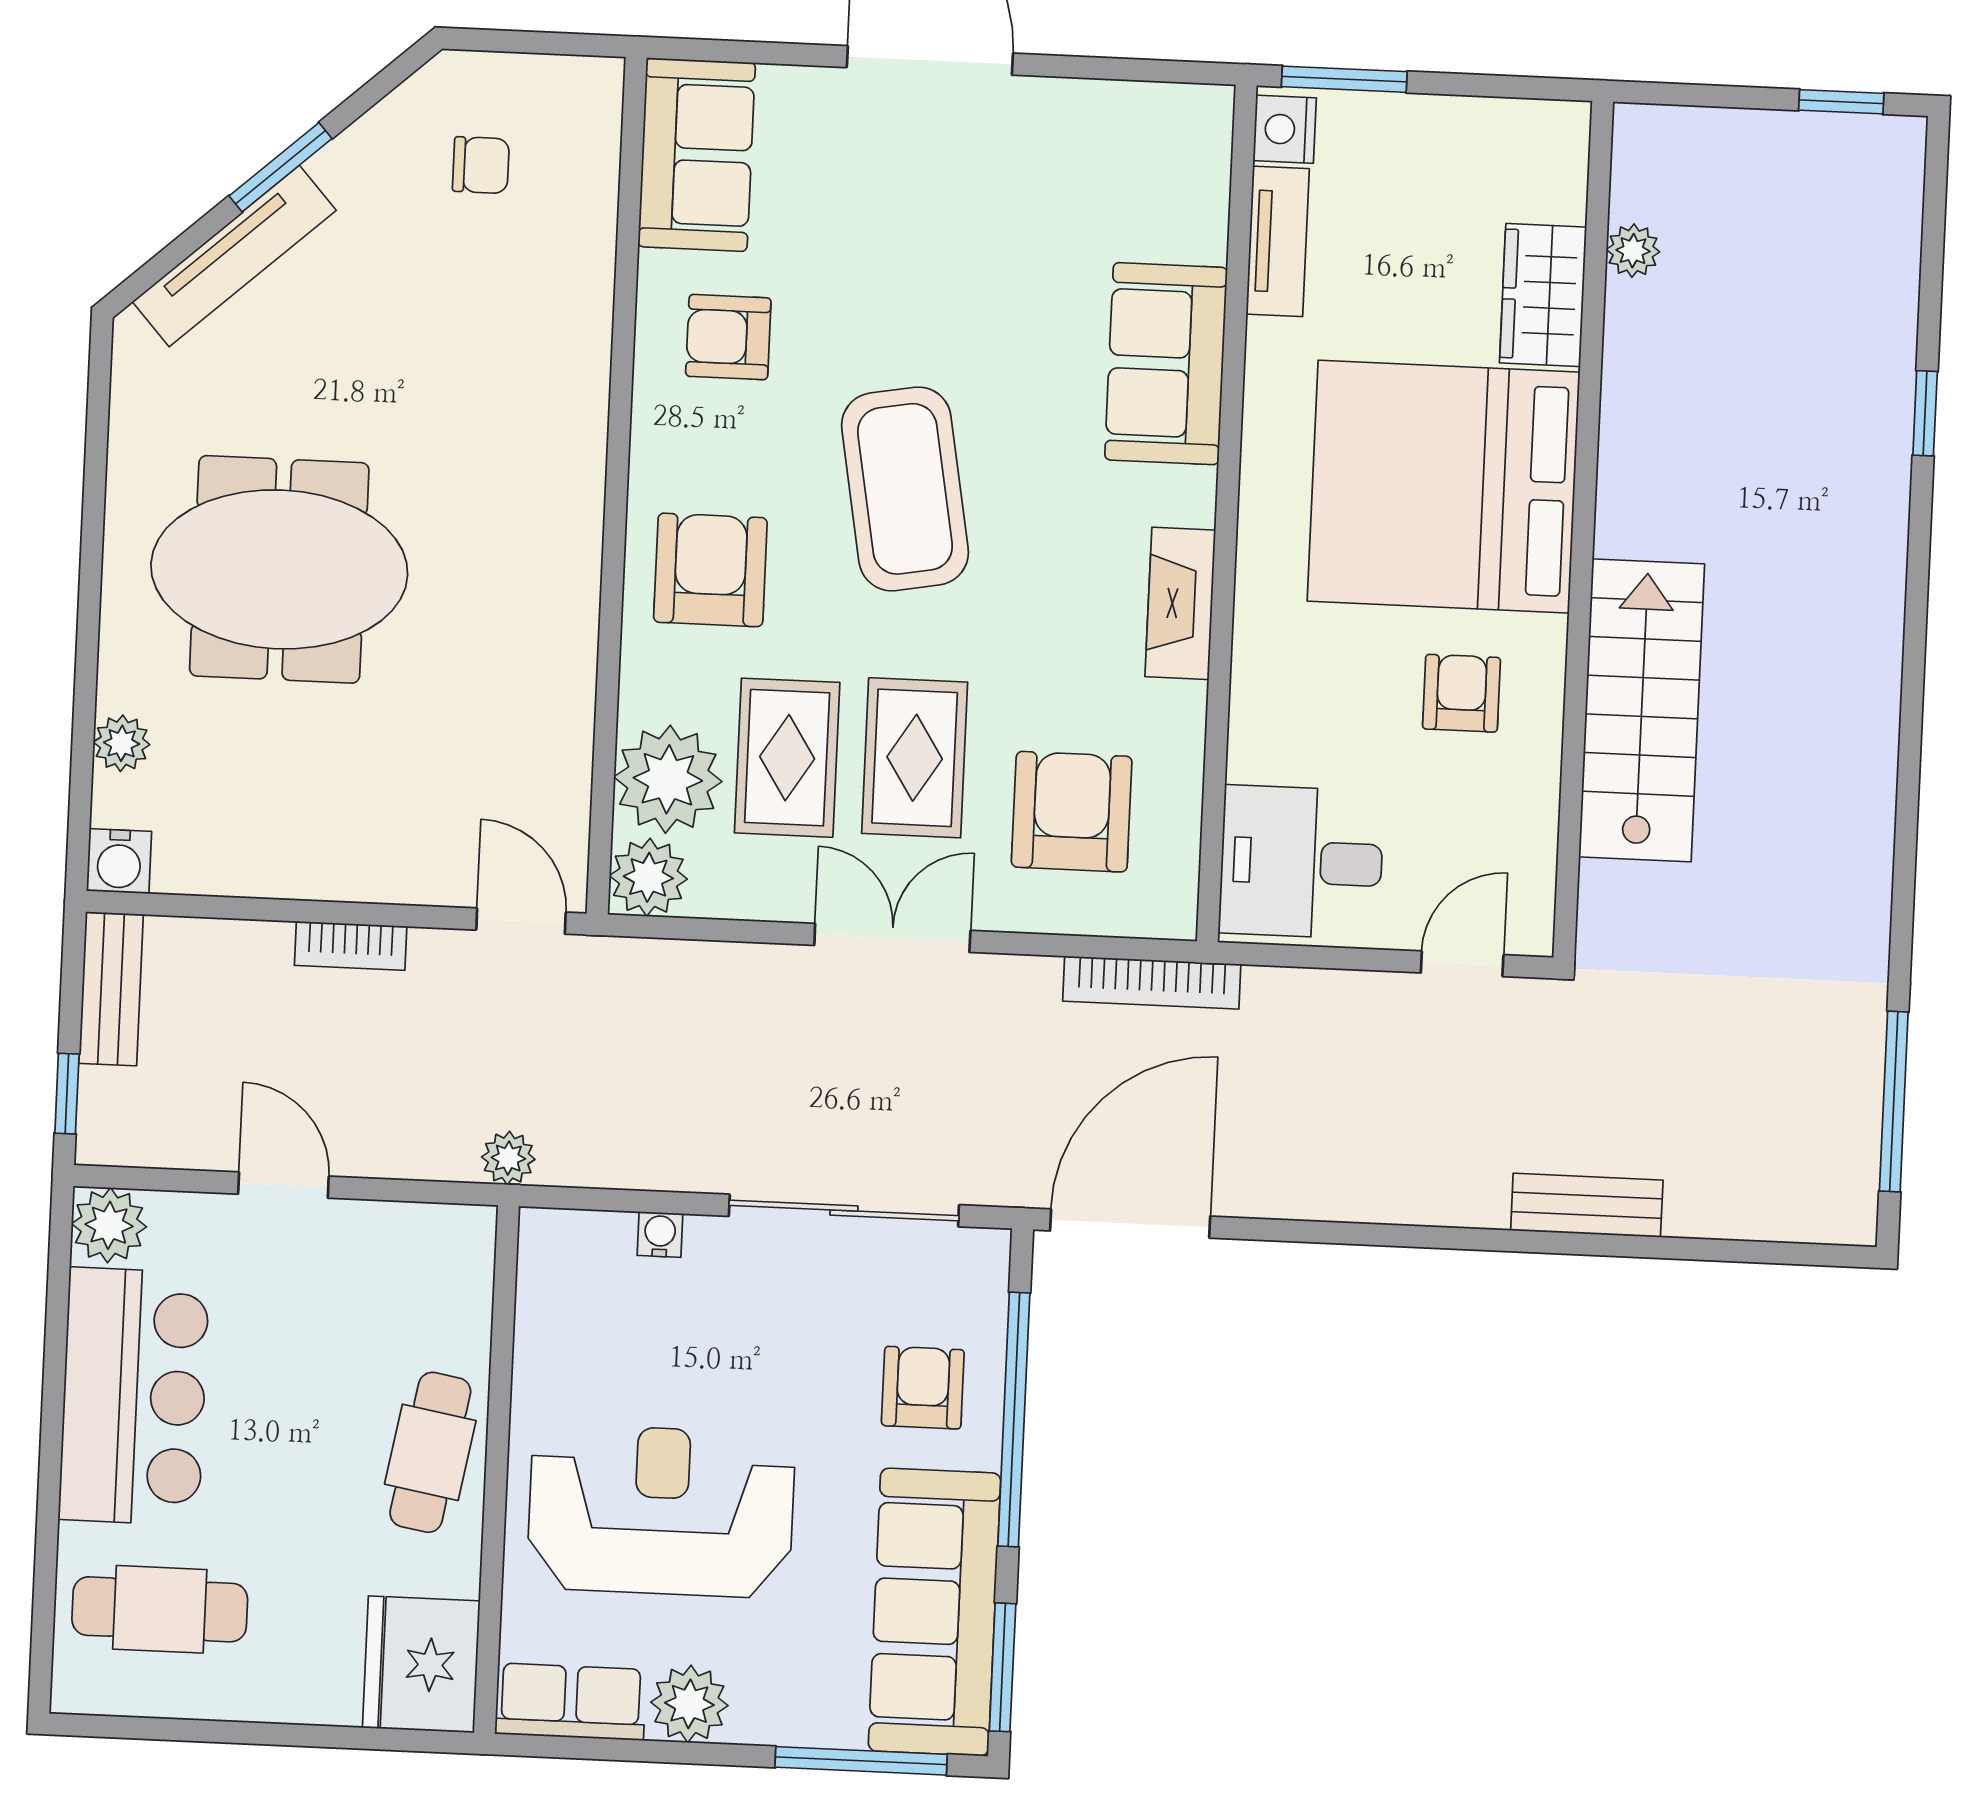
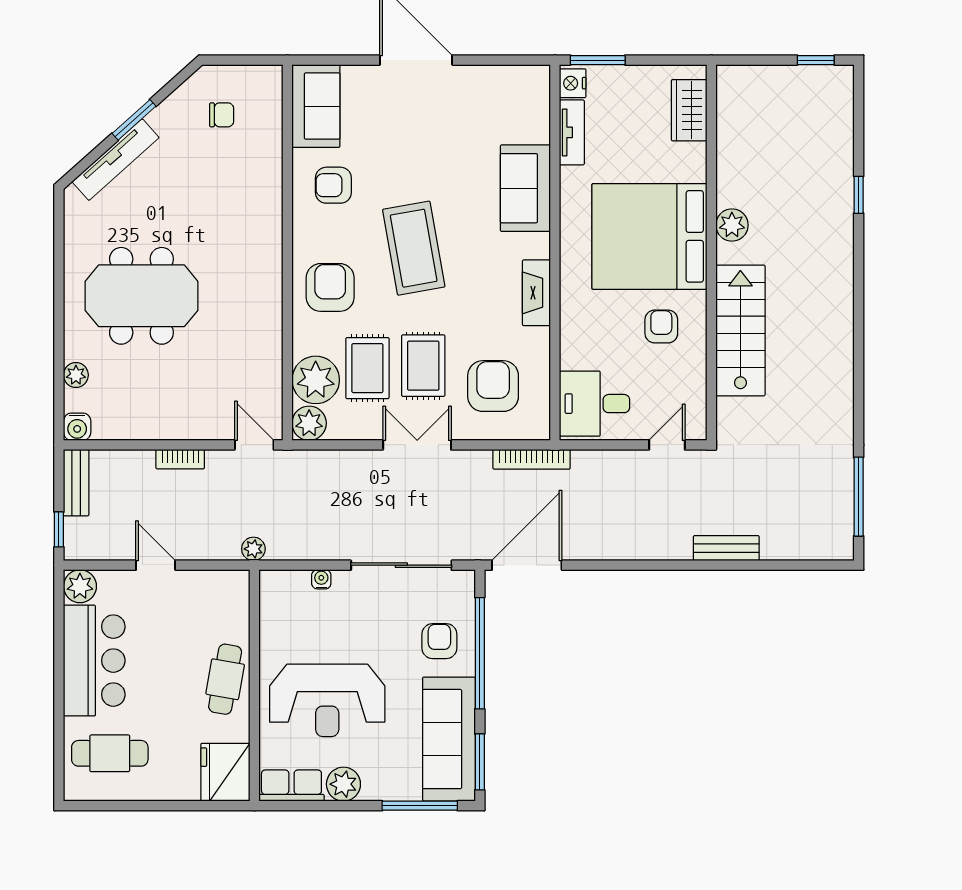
plant: (1633, 251) -> (732, 225), moved, width x1.38, depth x1.38
wardrobe: (1543, 295) -> (689, 110), moved
reception desk: (661, 1511) -> (327, 700), turned 180

